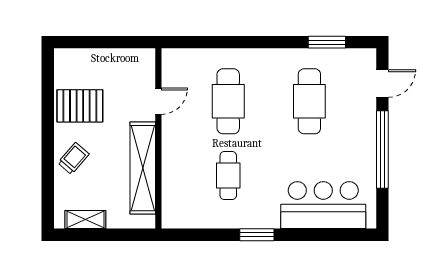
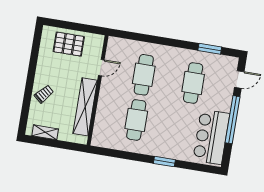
pallet: (80, 106) -> (69, 44), moved
cafe table: (228, 176) -> (136, 120), width x1.37, depth x1.35
bar counter: (323, 205) -> (211, 137), moved, turned -90
window: (257, 235) -> (164, 162), moved

